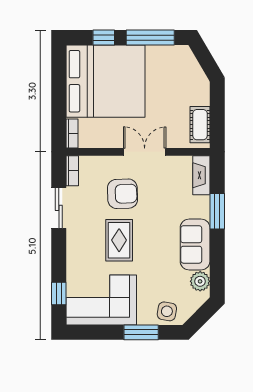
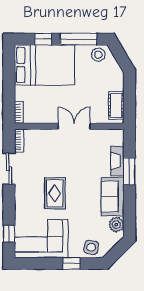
stool: (176, 58) -> (98, 55), added
bed: (106, 81) -> (44, 65), width x0.73
fireplace: (201, 175) -> (117, 161), moved
armchair: (123, 194) -> (57, 158), removed
window: (141, 332) -> (72, 263), width x0.67

